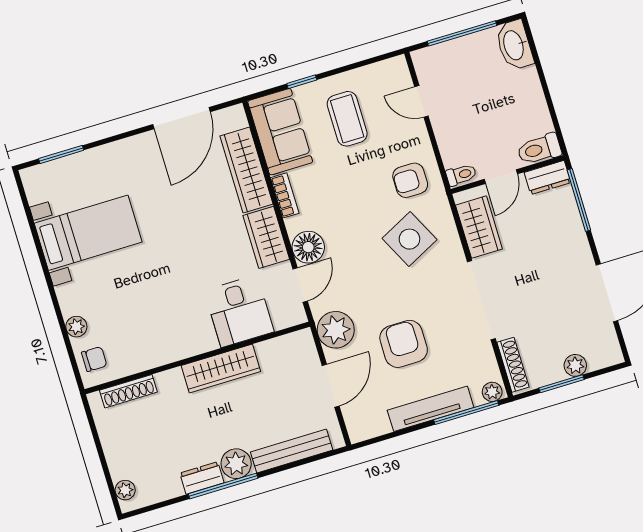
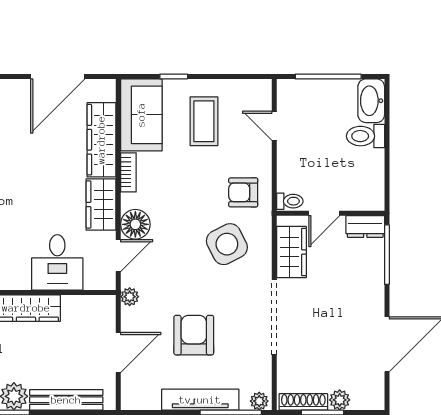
toilet: (539, 149) -> (366, 136), moved
plant: (336, 330) -> (130, 297), width x0.53, depth x0.53
shoe rack: (513, 365) -> (303, 402), moved, turned -90

